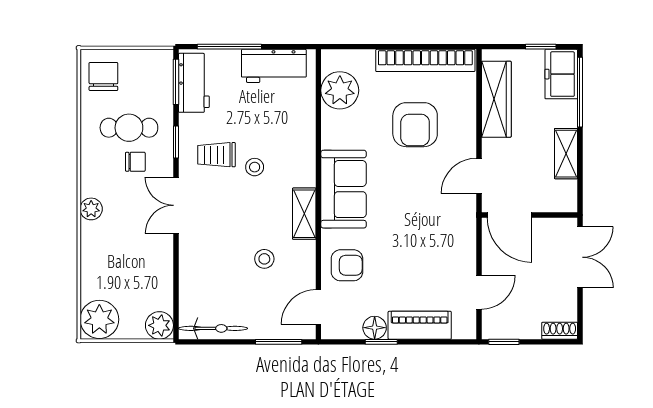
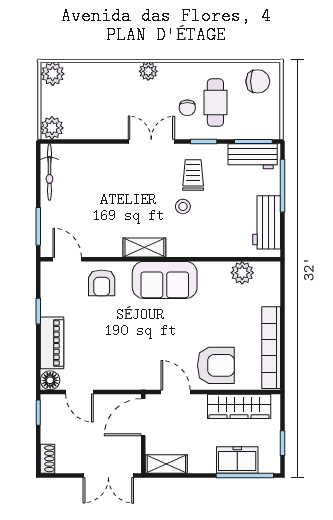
freezer: (561, 74) -> (237, 460), moved
plant: (340, 90) -> (242, 273), width x0.73, depth x0.73
armchair: (415, 125) -> (216, 365), moved, turned 180
shelving: (566, 154) -> (166, 464), moved
stool: (264, 259) -> (107, 214), removed
plant: (99, 319) -> (53, 74), width x0.73, depth x0.73
floor lamp: (375, 328) -> (50, 380), moved

